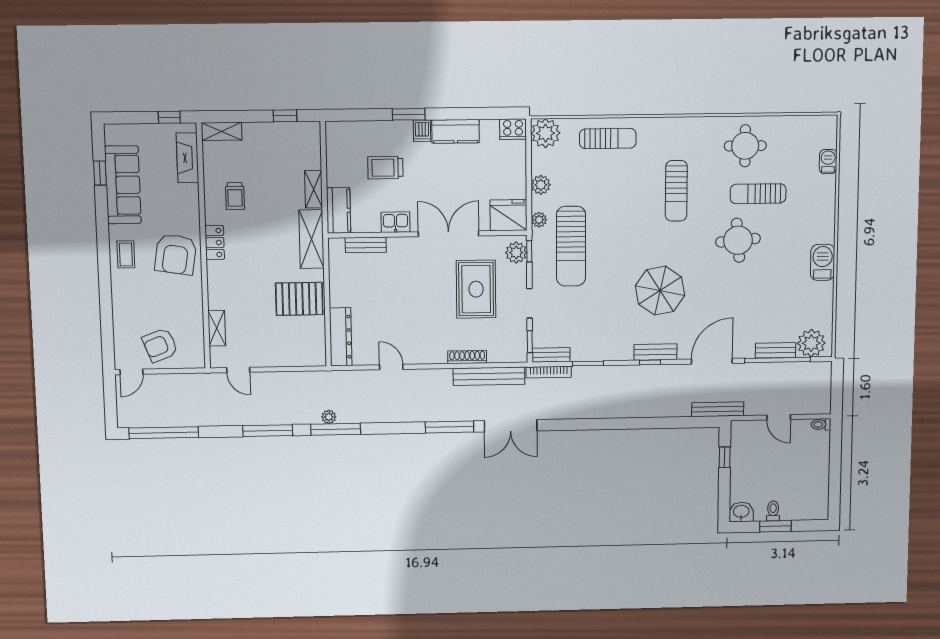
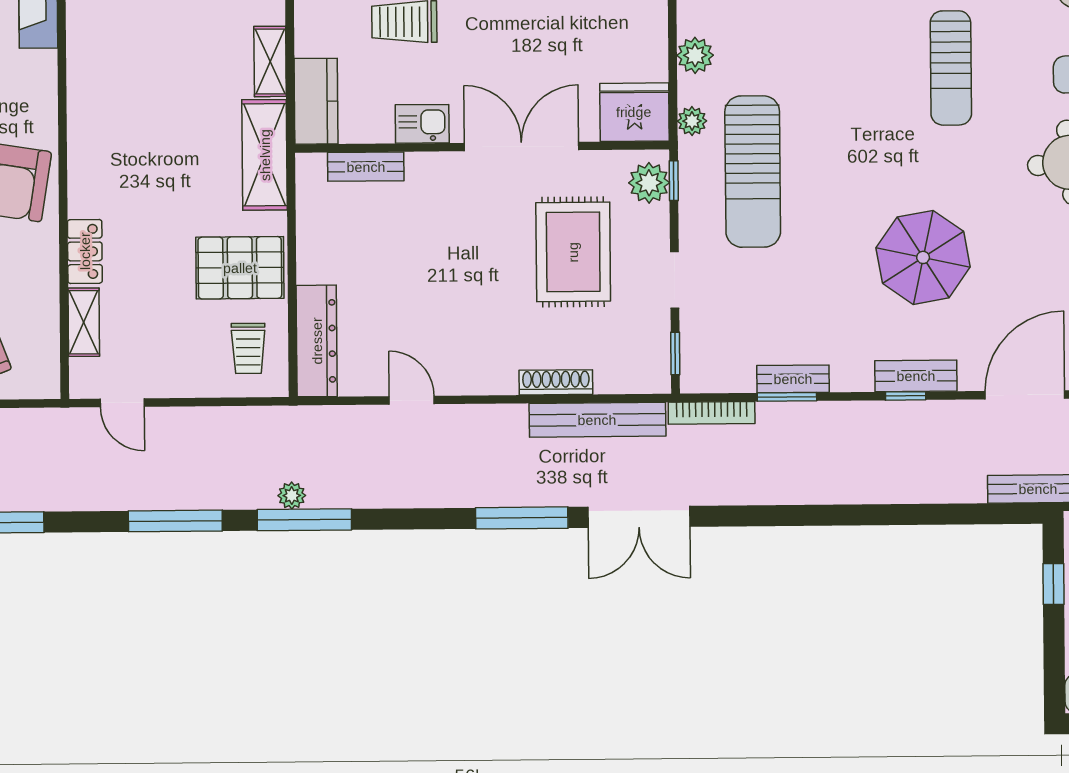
trolley: (235, 196) -> (248, 348), moved
locker: (215, 243) -> (85, 251), moved
bench: (551, 355) -> (793, 379), moved

